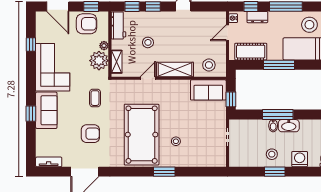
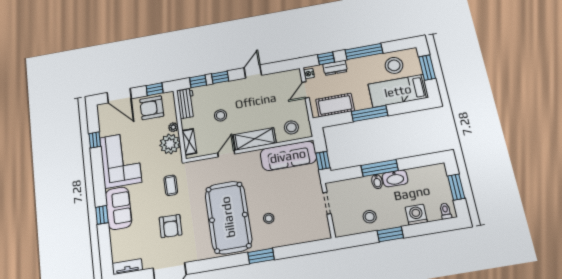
armchair: (86, 24) -> (152, 108), turned 180
sofa: (208, 90) -> (288, 156), width x1.36
armchair: (90, 134) -> (171, 226), turned 91
stool: (272, 154) -> (370, 217), moved

